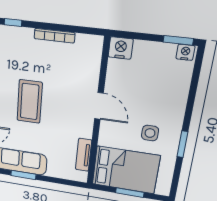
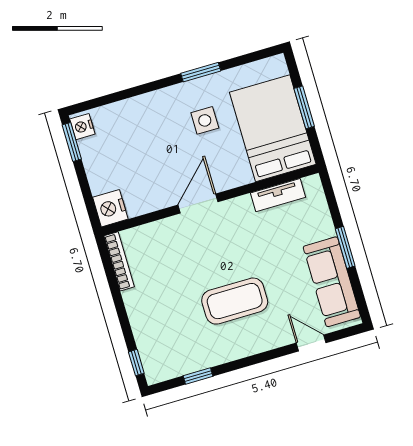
bookcase: (54, 36) -> (119, 261), moved
window: (23, 175) -> (345, 247), moved

